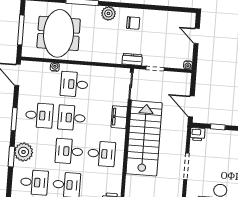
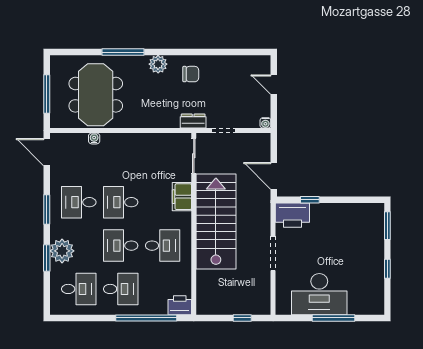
desk: (74, 84) -> (121, 159), removed
desk: (39, 115) -> (79, 202), turned 180
printer: (198, 134) -> (292, 215), width x1.87, depth x1.48

